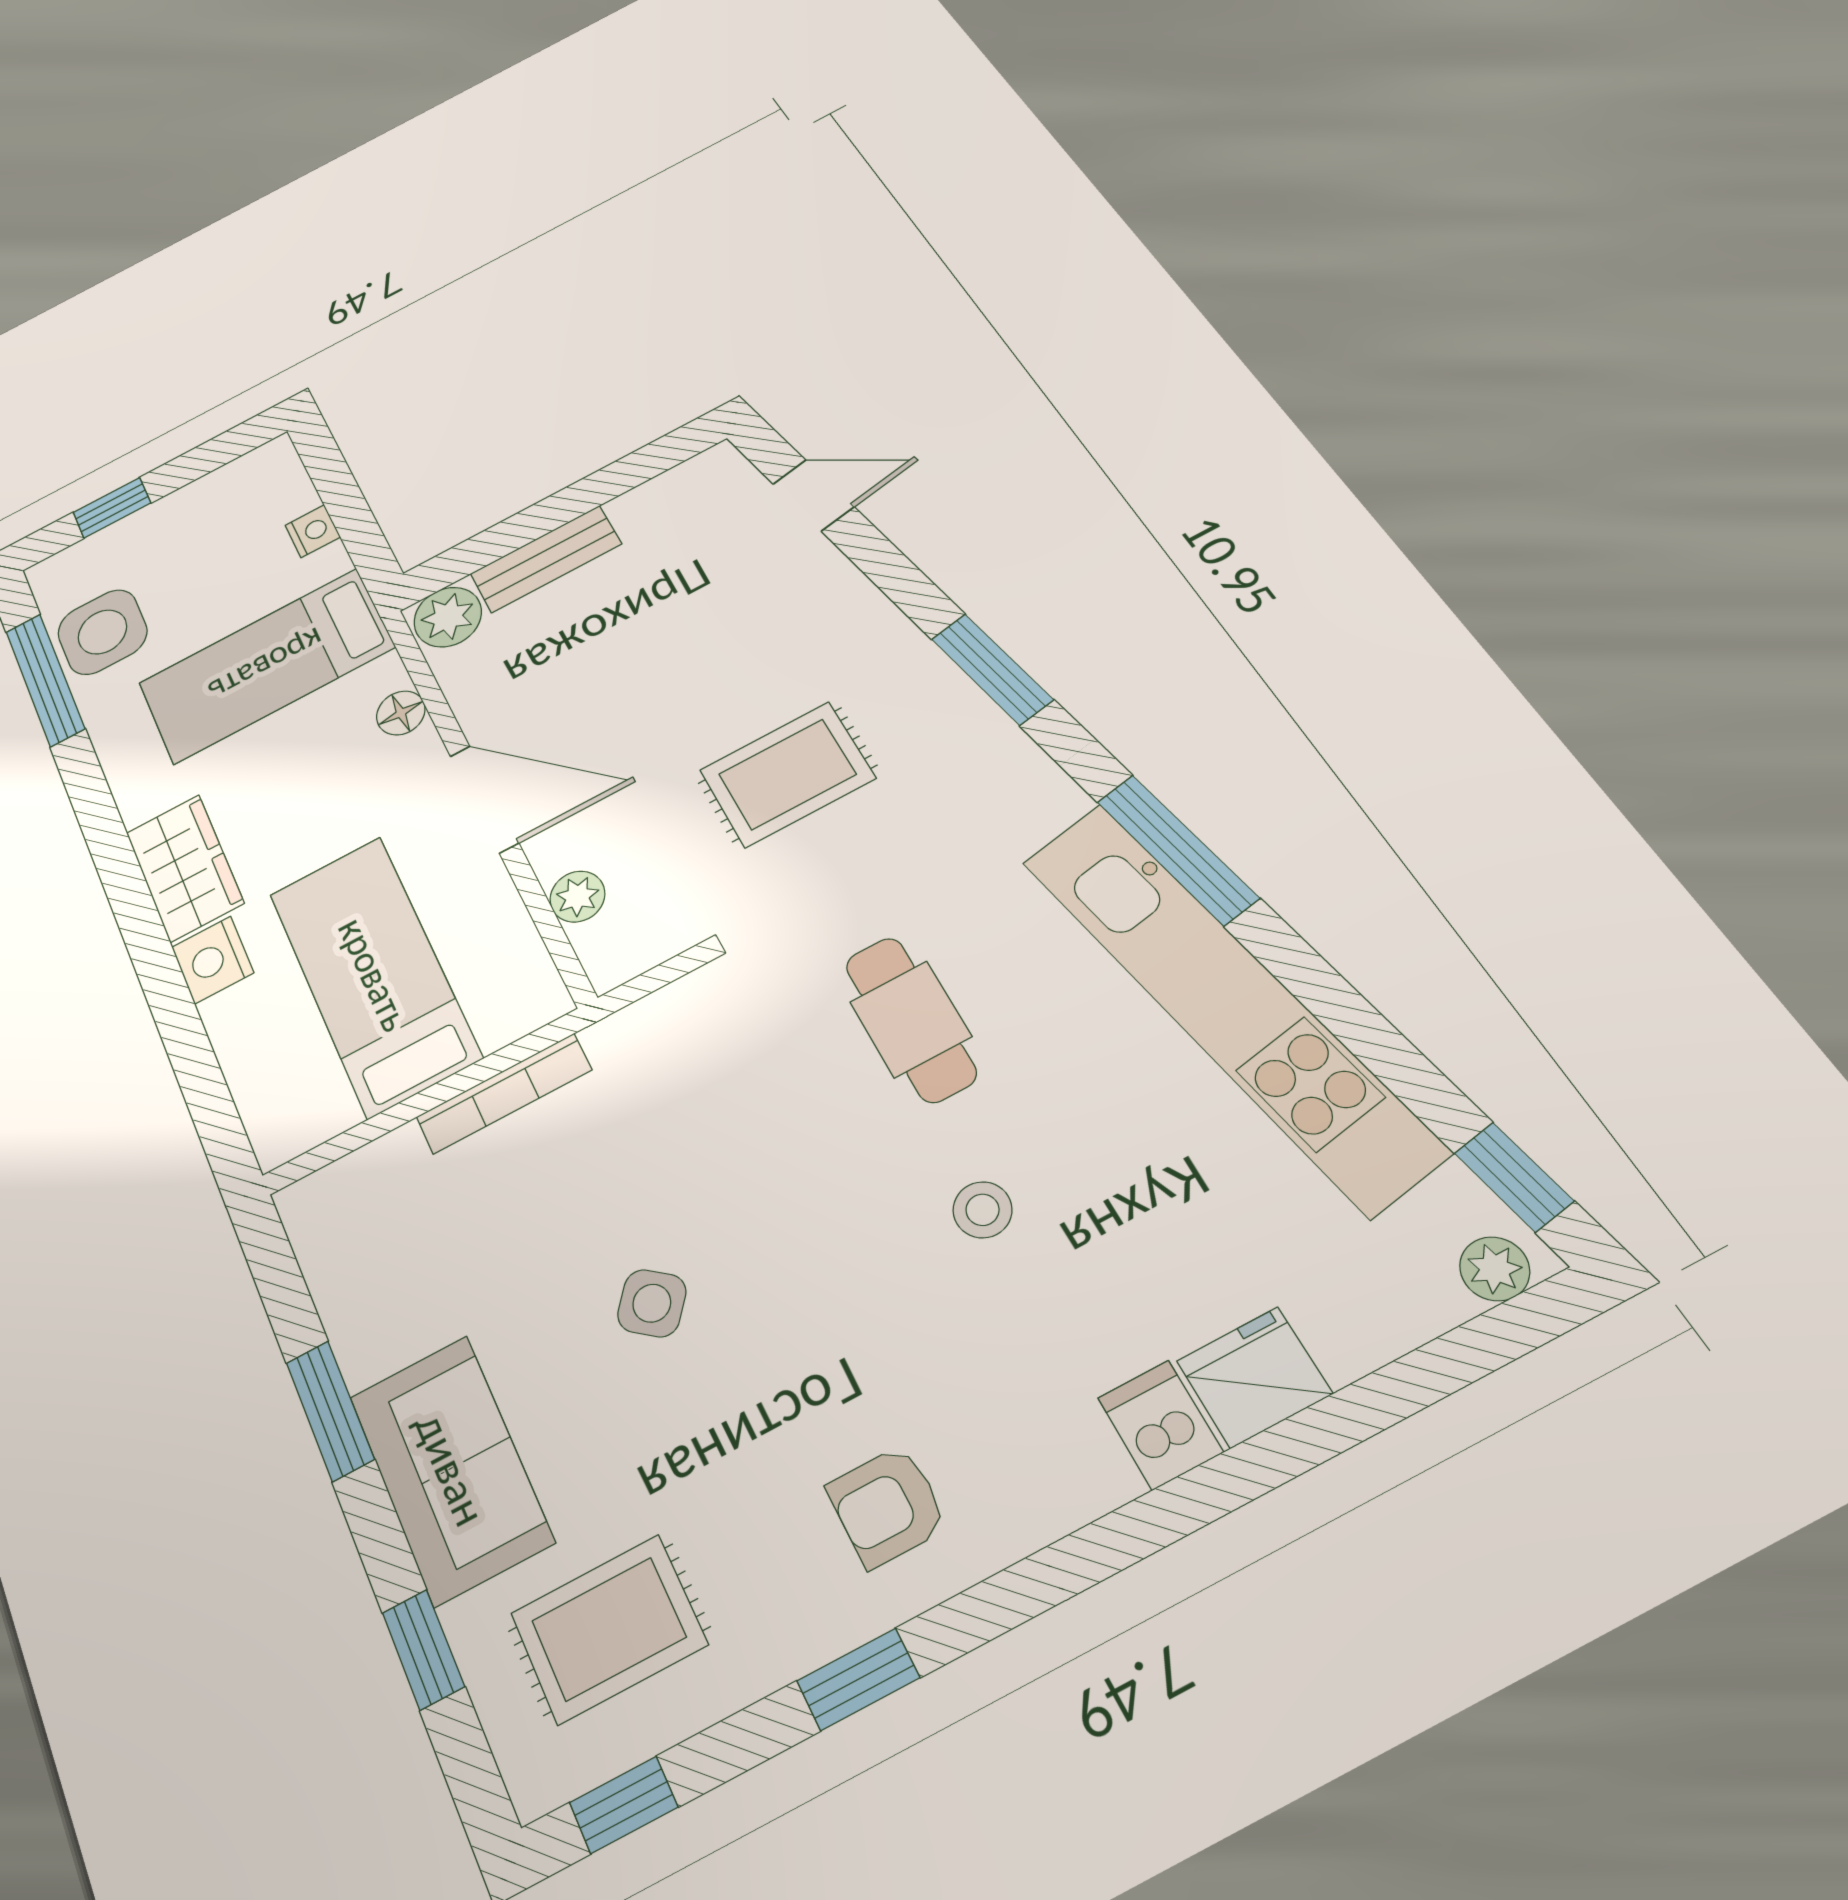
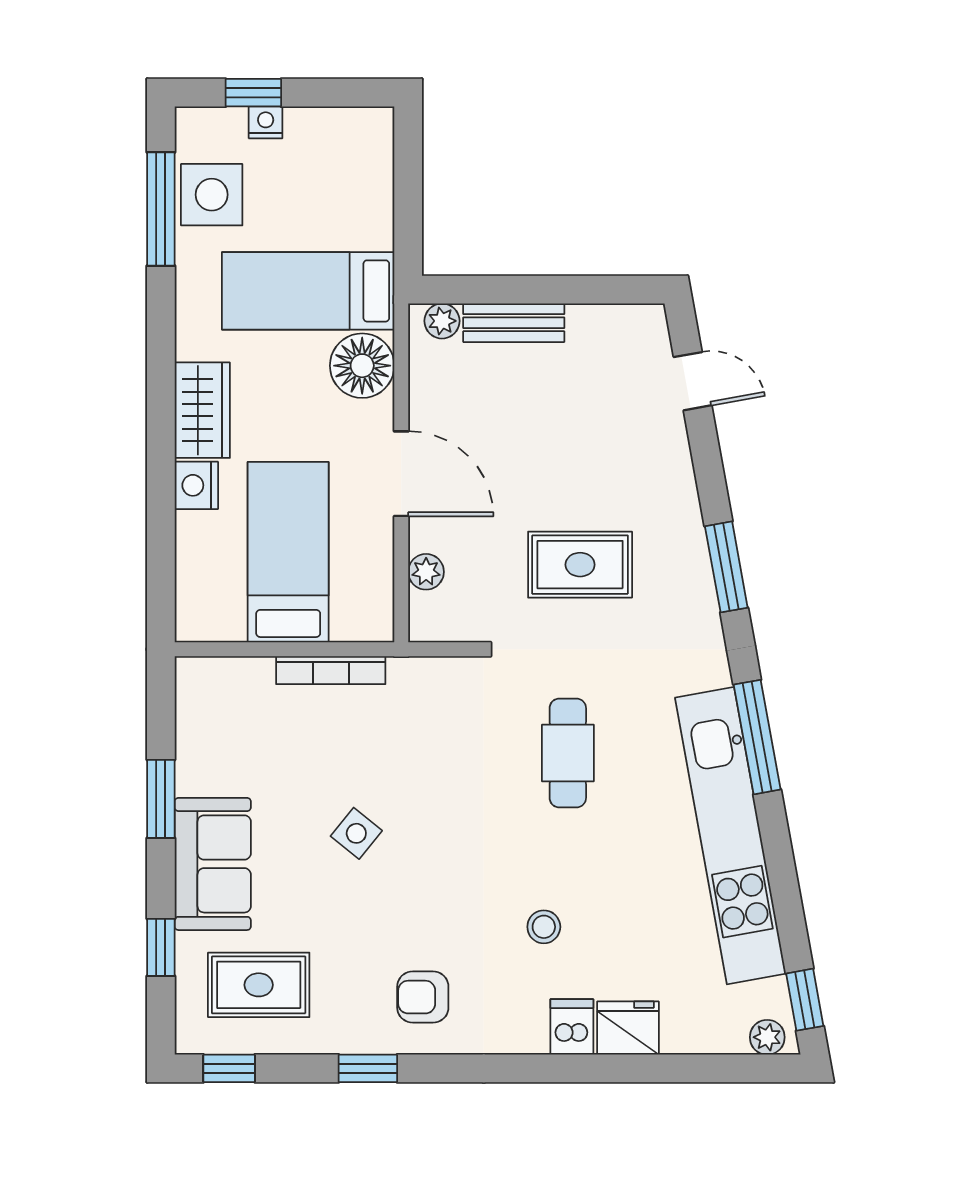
nightstand: (313, 531) -> (266, 122), moved, turned -90
plant: (448, 617) -> (442, 321), width x0.73, depth x0.73
floor lamp: (401, 713) -> (362, 366), width x1.89, depth x1.89
stool: (983, 1210) -> (544, 927), moved

